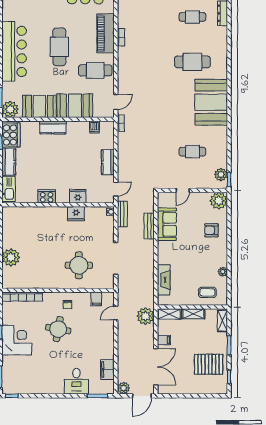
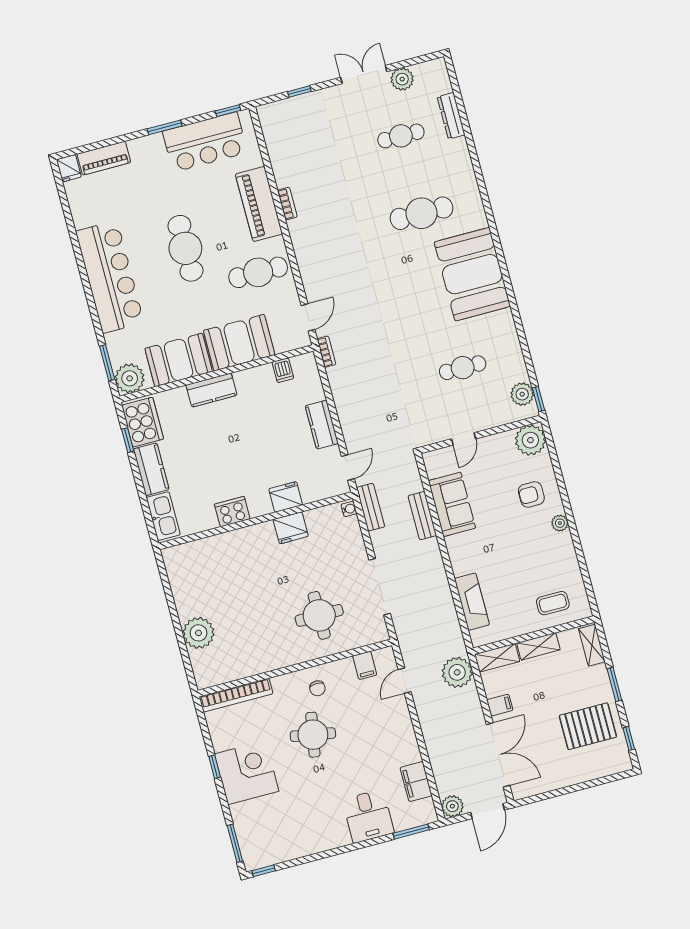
plant: (223, 272) -> (560, 523), moved

